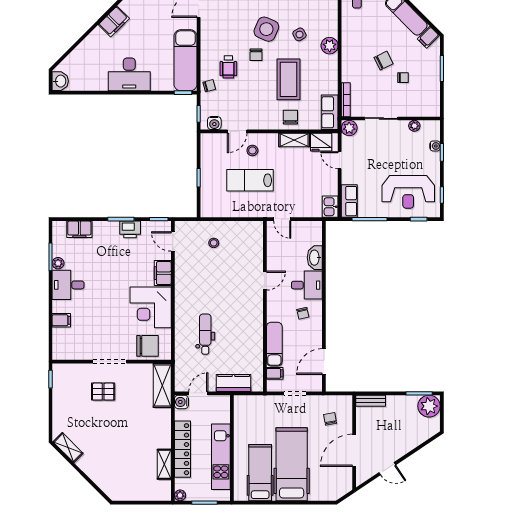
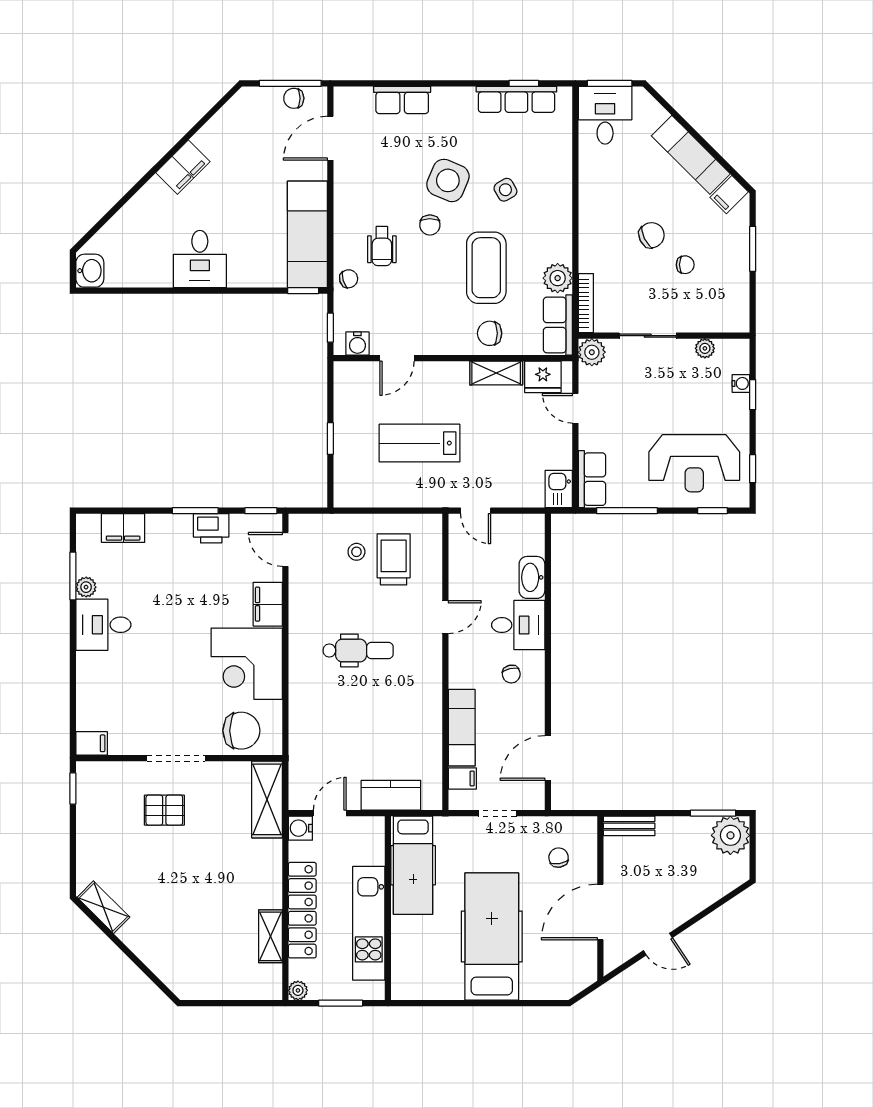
plant: (330, 46) -> (558, 278), moved
desk: (129, 74) -> (200, 259), width x0.73
chair: (290, 117) -> (490, 333), turned -90
stool: (252, 150) -> (424, 391), removed
trolley: (235, 247) -> (394, 559), added
filing cabinet: (61, 320) -> (92, 743), moved
dental chair: (205, 334) -> (358, 650), moved, turned 90
hospital bed: (260, 473) -> (413, 865), moved, turned 180

